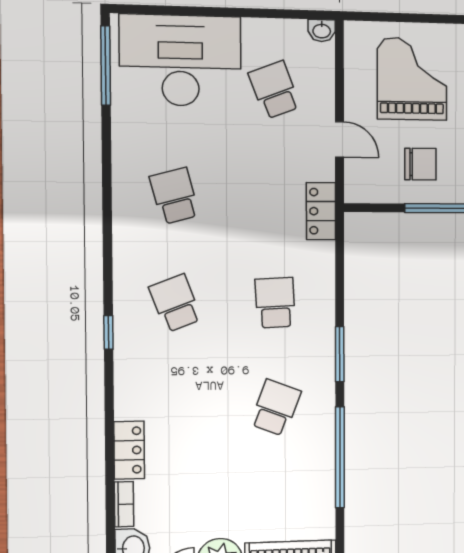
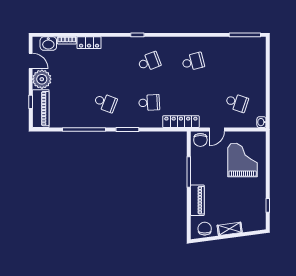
desk: (180, 60) -> (248, 65), removed
grand piano: (412, 79) -> (243, 160), turned -90
school desk: (274, 90) -> (237, 103), turned 39
chair: (420, 164) -> (200, 140), moved
locker: (321, 211) -> (181, 122), width x1.53

